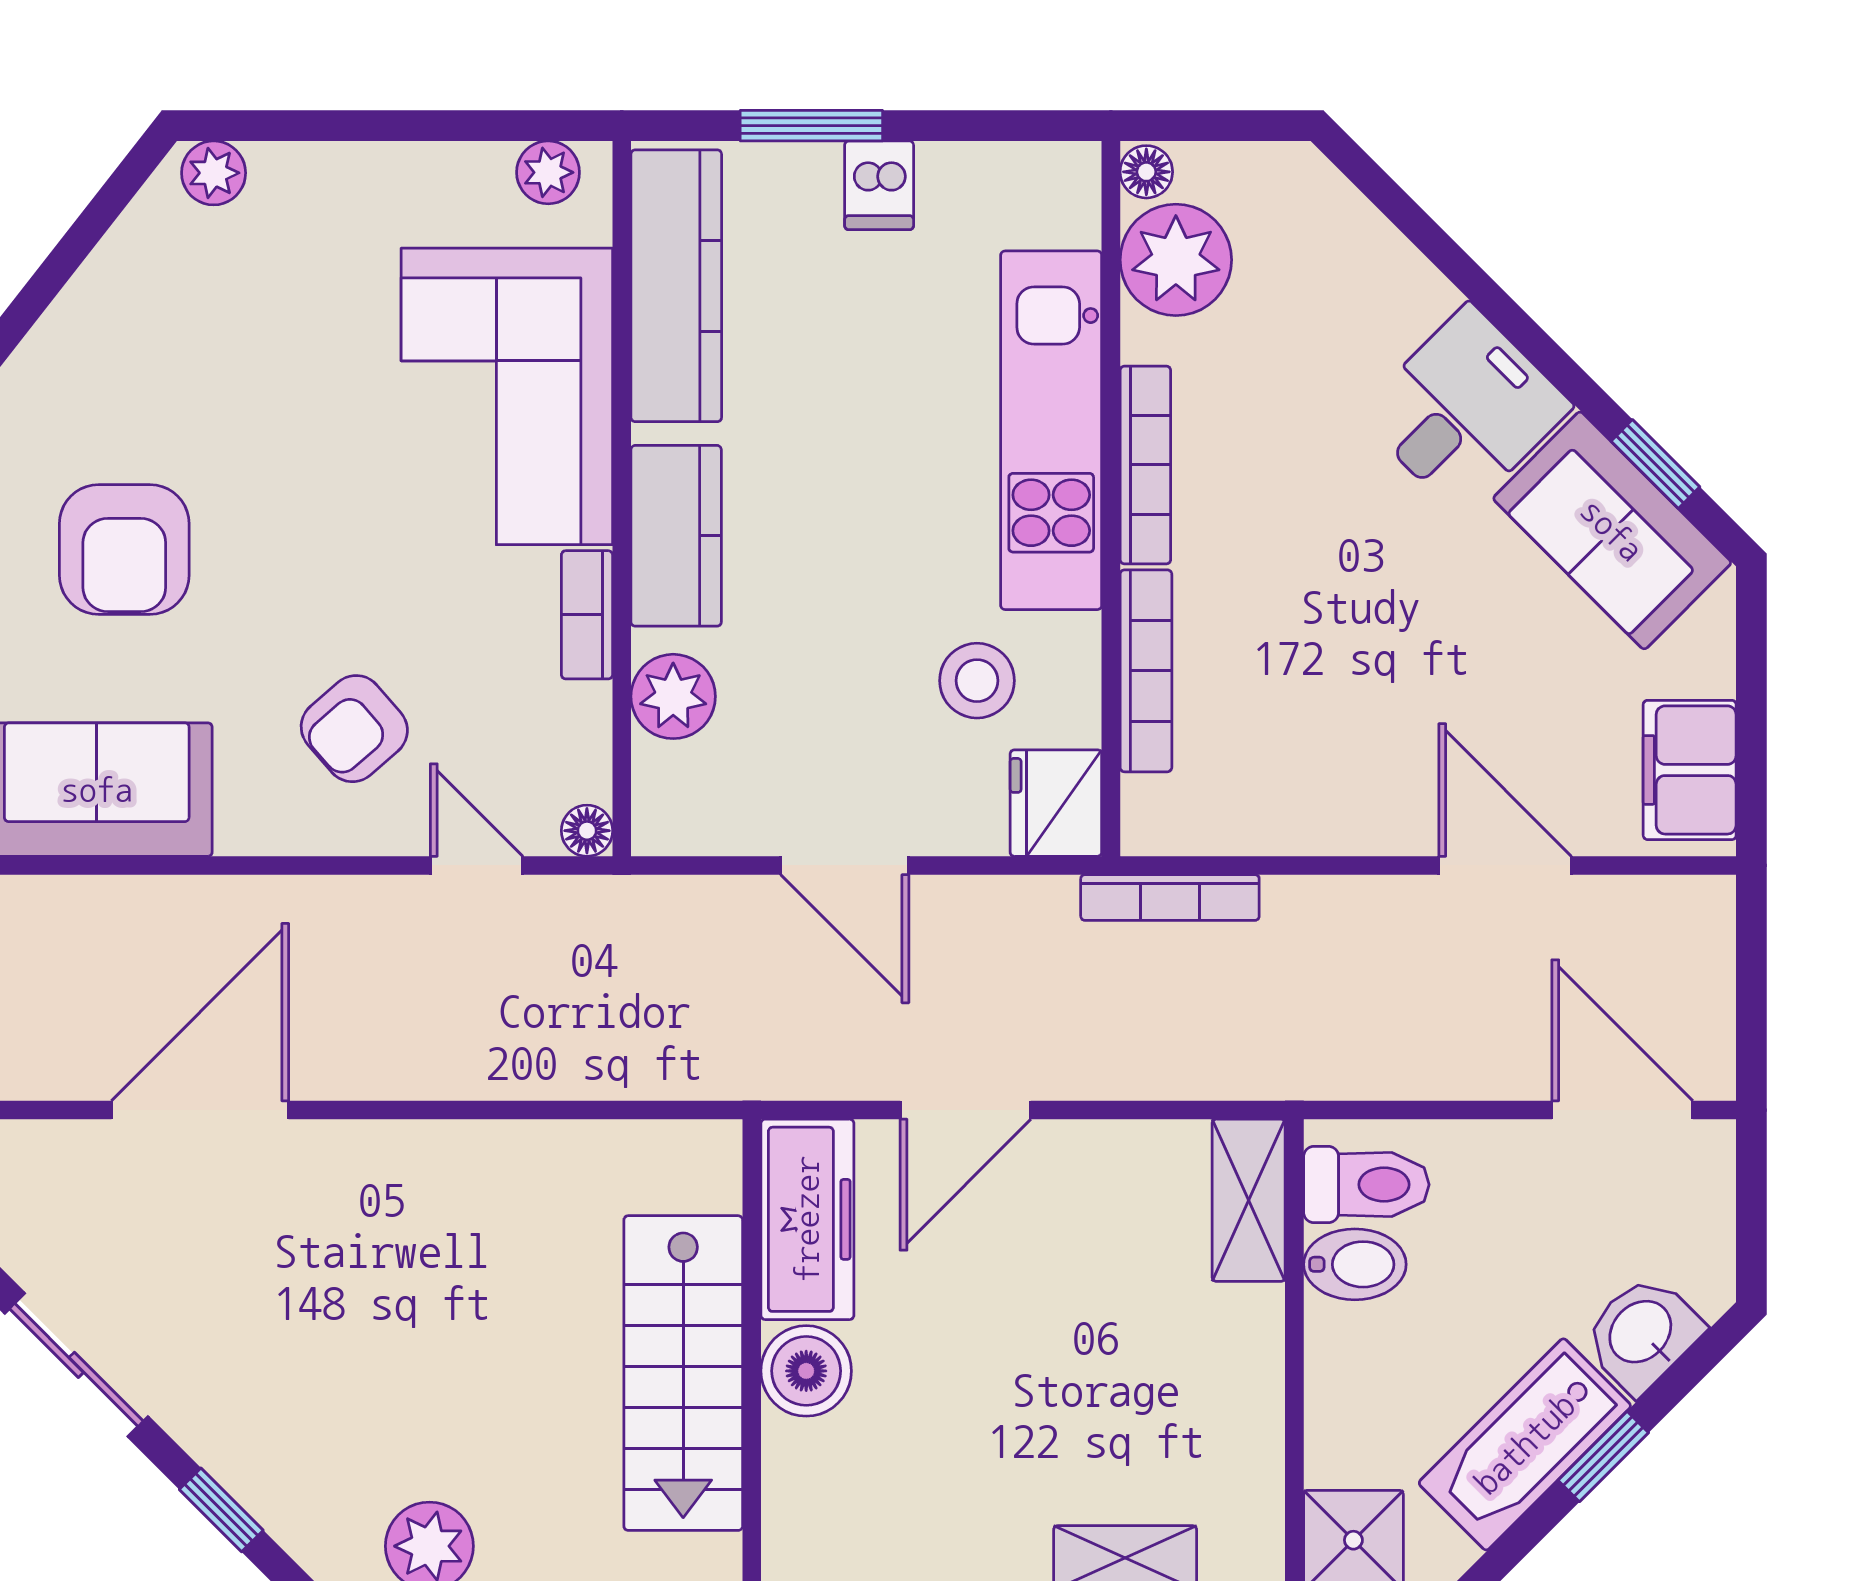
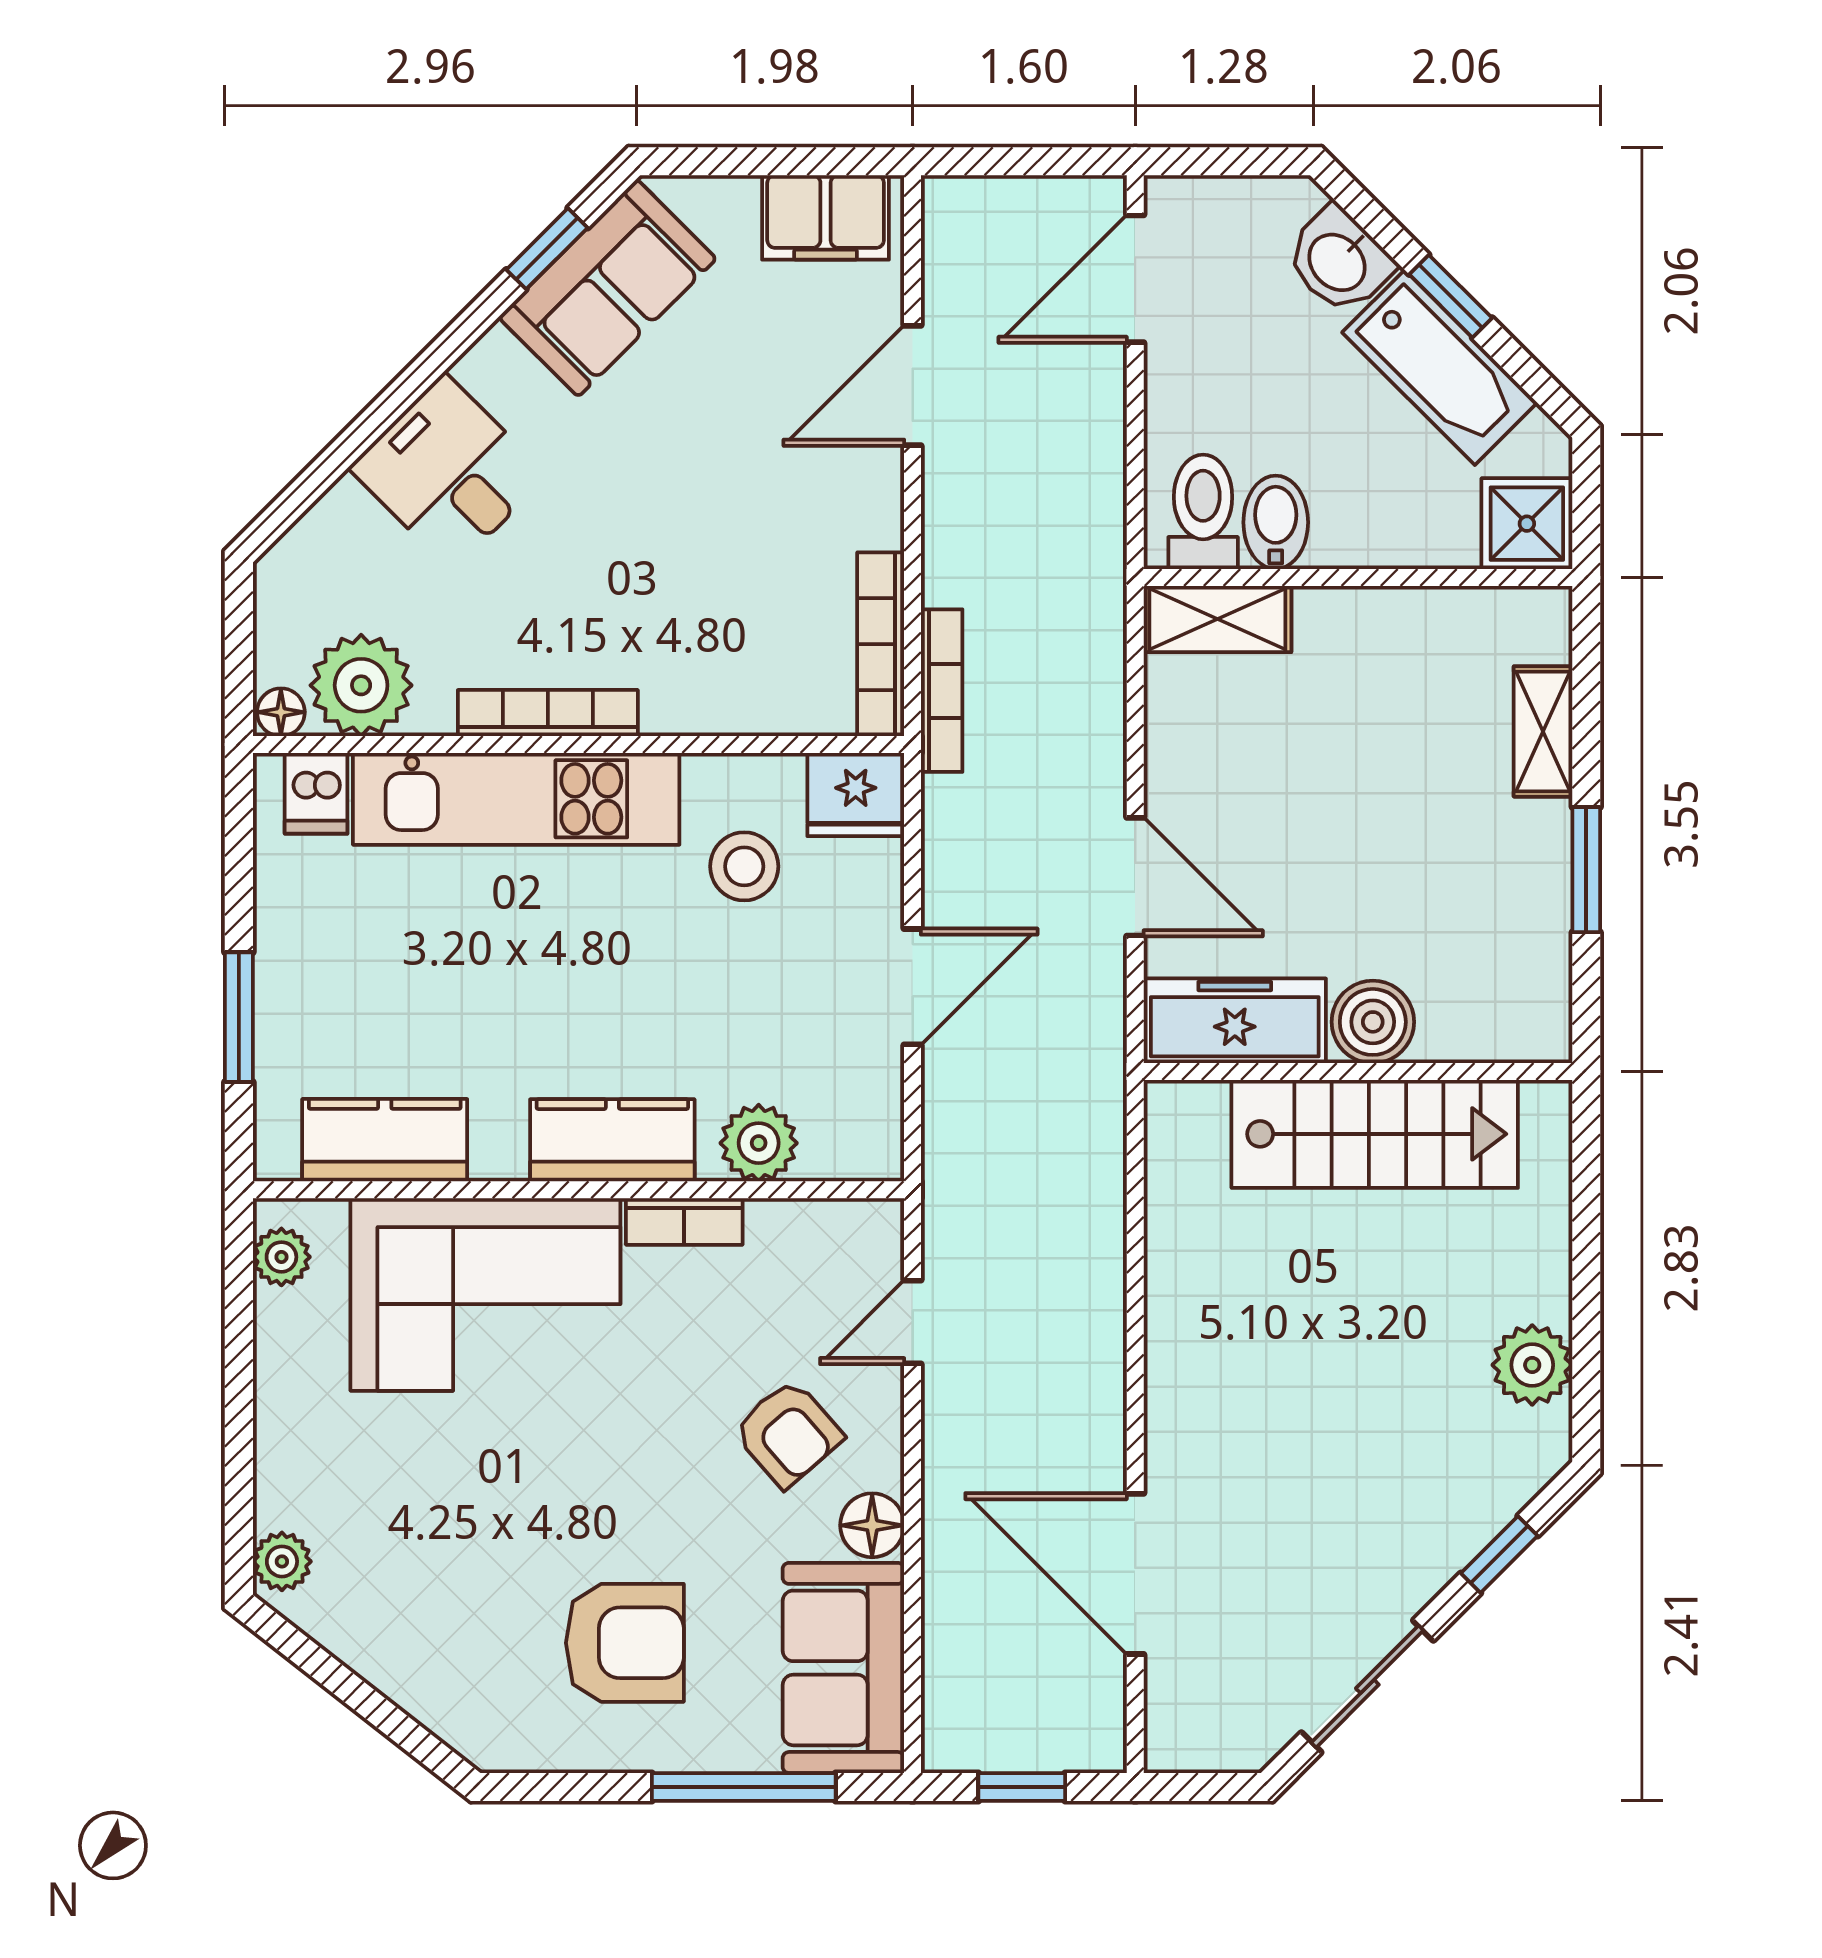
dishwasher: (879, 185) -> (316, 793), moved, turned 90
kitchen counter: (676, 286) -> (385, 1140), width x0.67
desk: (1465, 410) -> (448, 472), moved
bookcase: (1146, 671) -> (881, 644), moved, turned -90
floor lamp: (587, 831) -> (872, 1525), moved, width x1.37, depth x1.37

